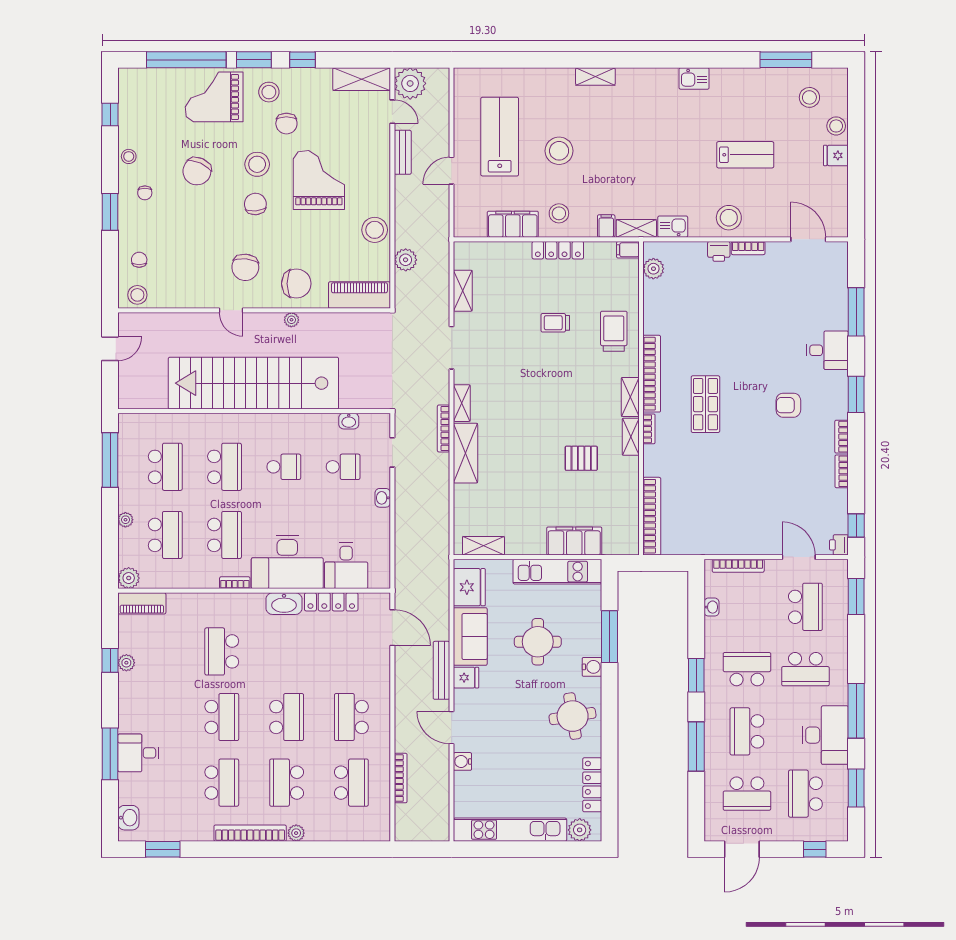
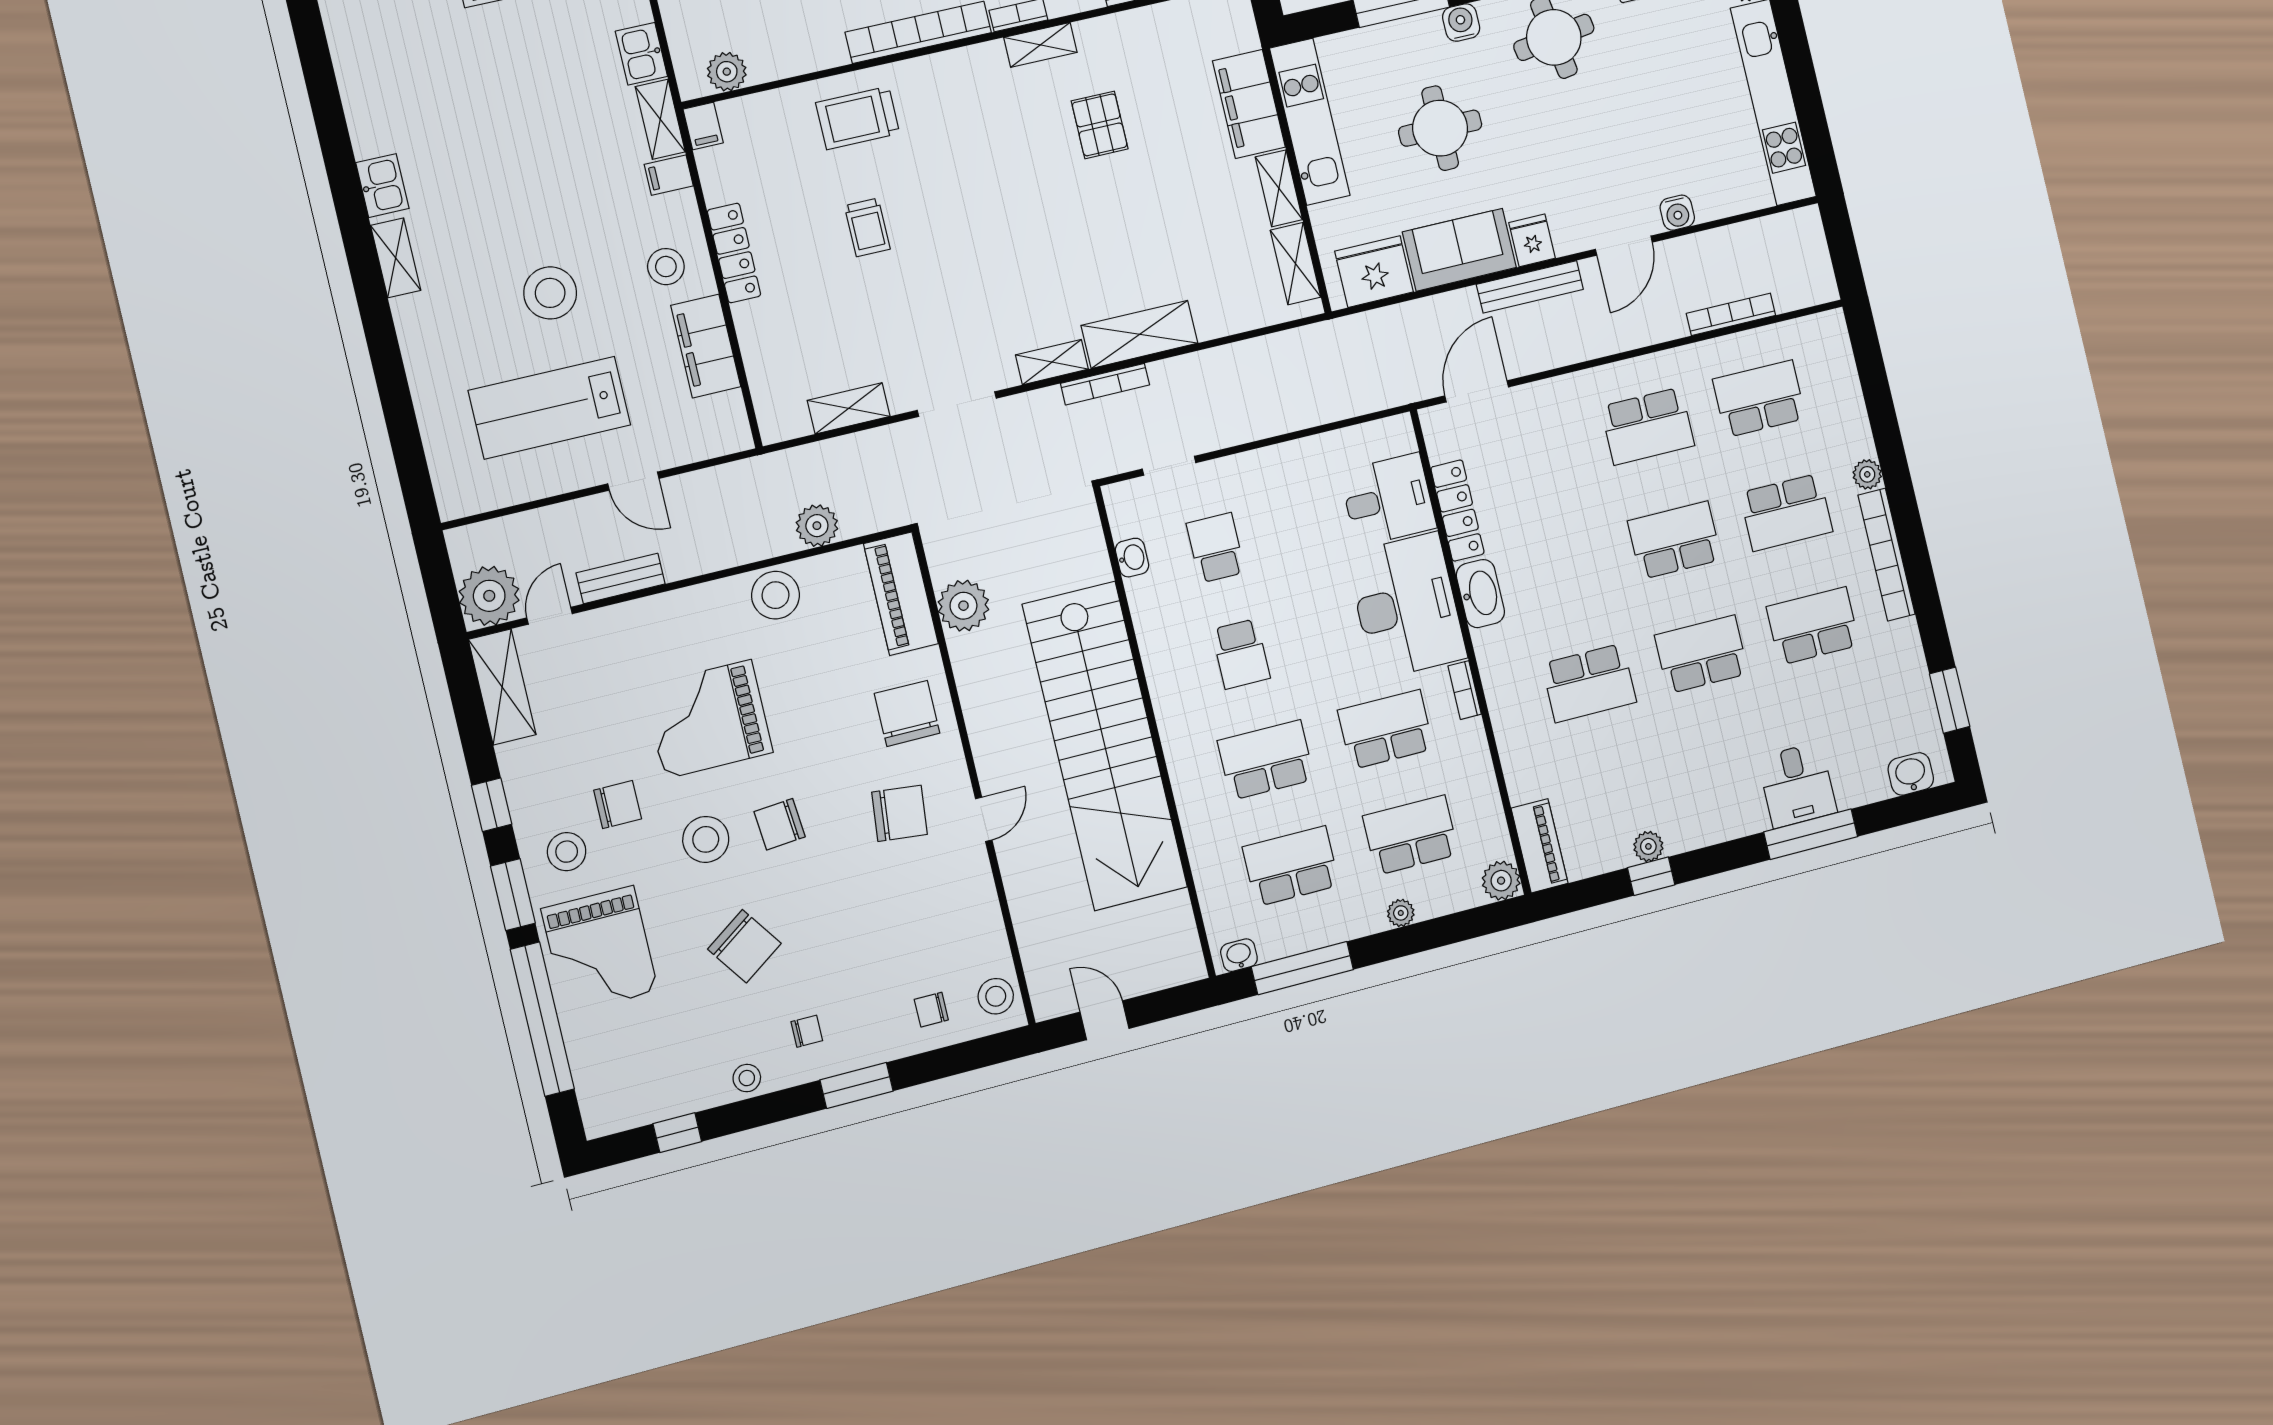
kitchen sink: (694, 78) -> (382, 186), moved
chair: (197, 171) -> (744, 946), turned 31
plant: (291, 320) -> (963, 606), moved, width x1.87, depth x1.87
shelving: (630, 397) -> (1279, 188), moved, turned 90
school desk: (284, 467) -> (1241, 654), turned 180
washbasin: (383, 498) -> (1239, 955), moved, turned 180

